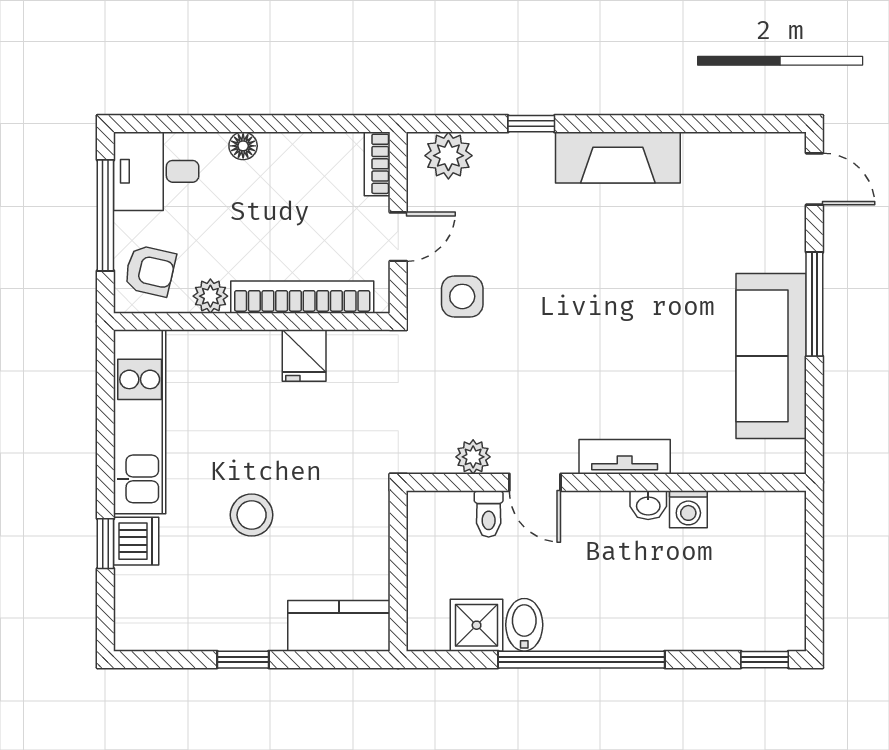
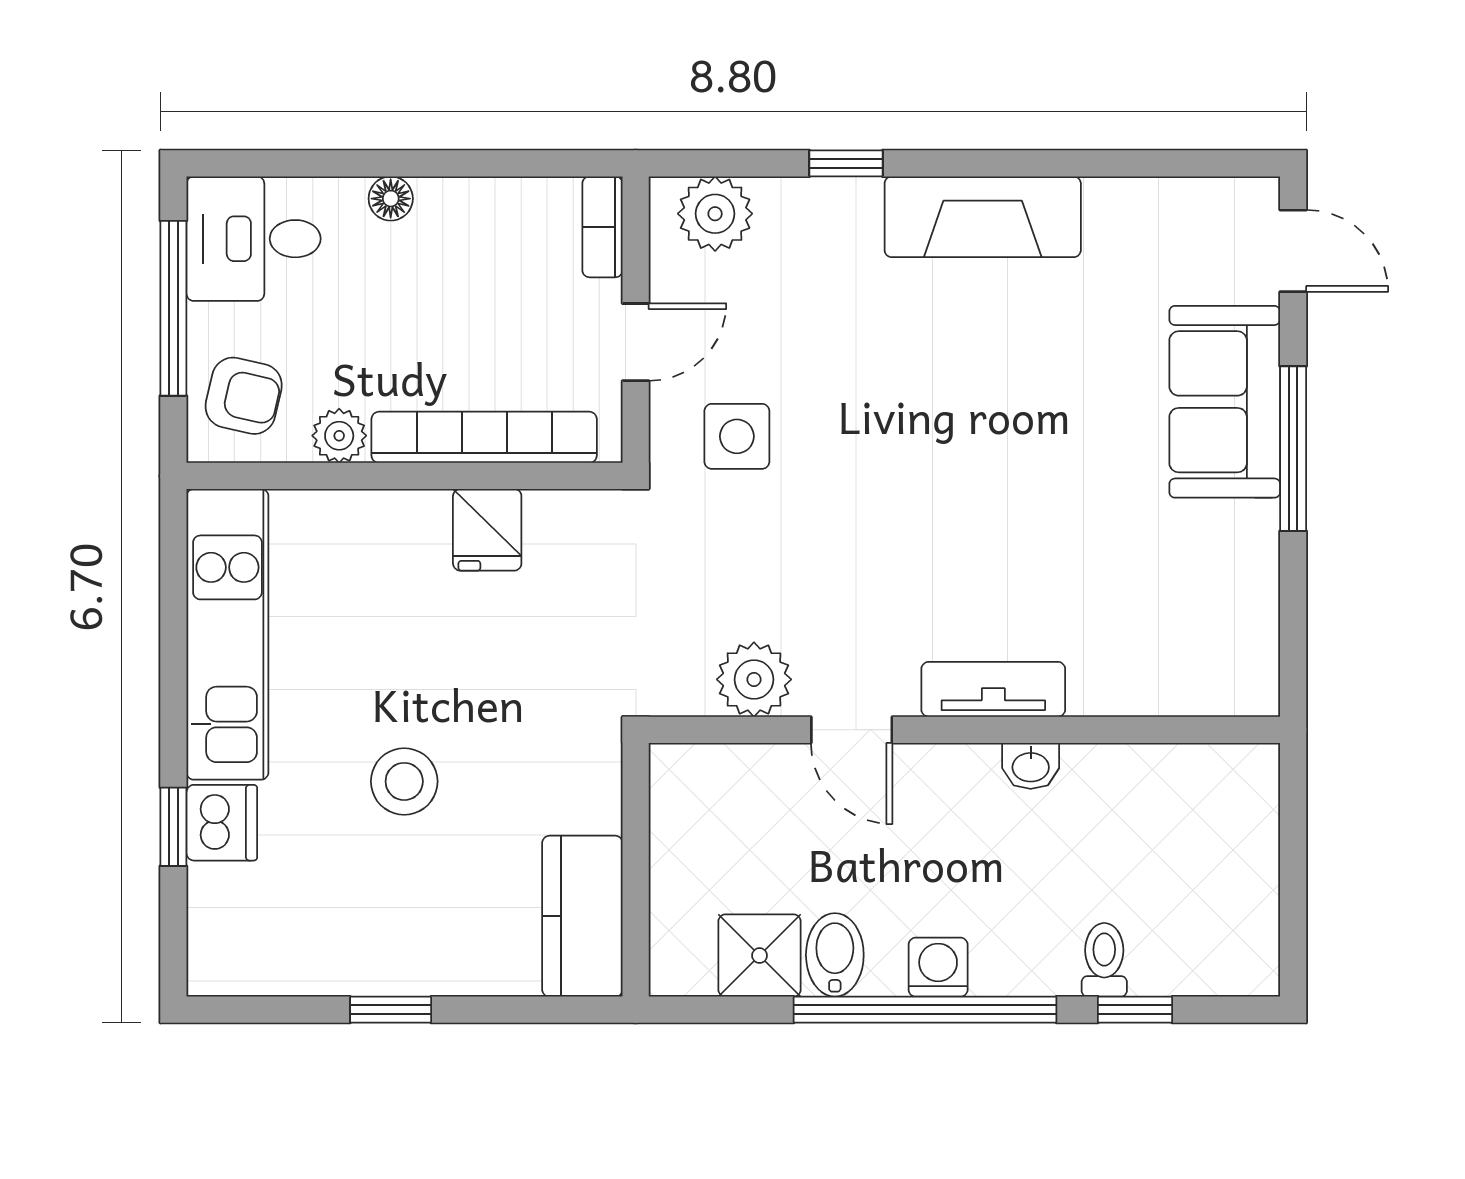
sofa: (771, 356) -> (1225, 402), moved, width x0.73
plant: (473, 457) -> (754, 679), width x1.38, depth x1.38
washing machine: (688, 509) -> (938, 967), moved, turned 180
toilet: (489, 514) -> (1104, 960), moved, turned 180
kitchen counter: (339, 626) -> (582, 916), moved, turned -90
window: (765, 660) -> (1135, 1010), moved

